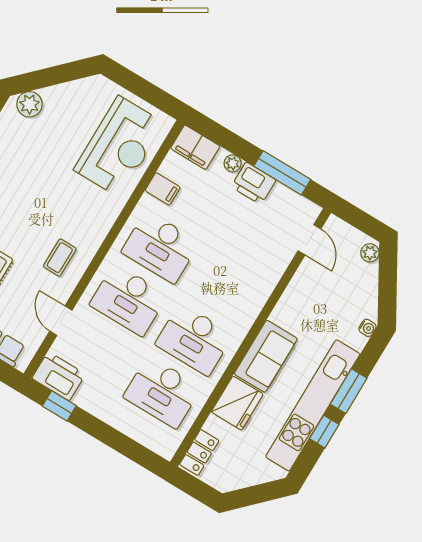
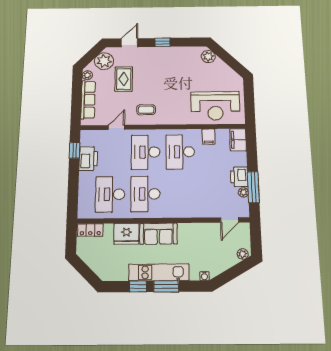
plant: (233, 163) -> (243, 192), moved
printer: (59, 376) -> (88, 159), moved
kitchen unit: (313, 405) -> (159, 272), width x0.73

